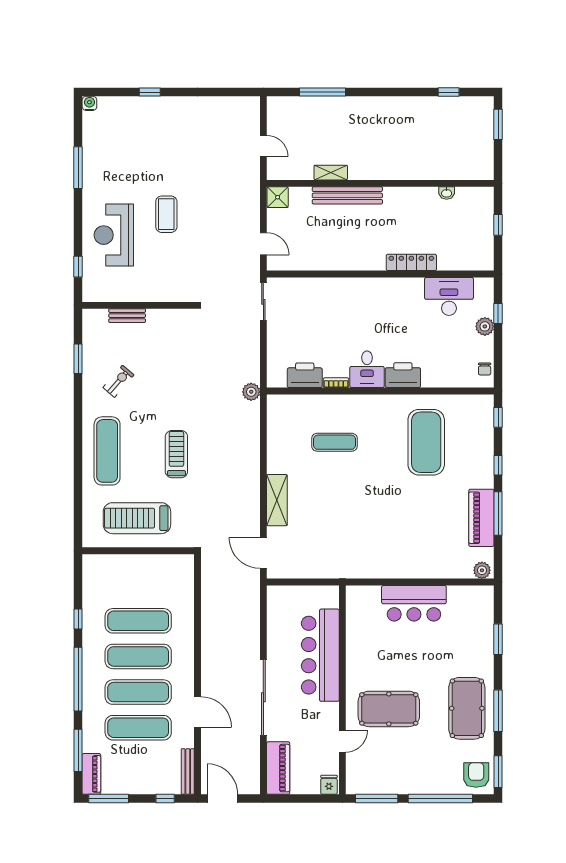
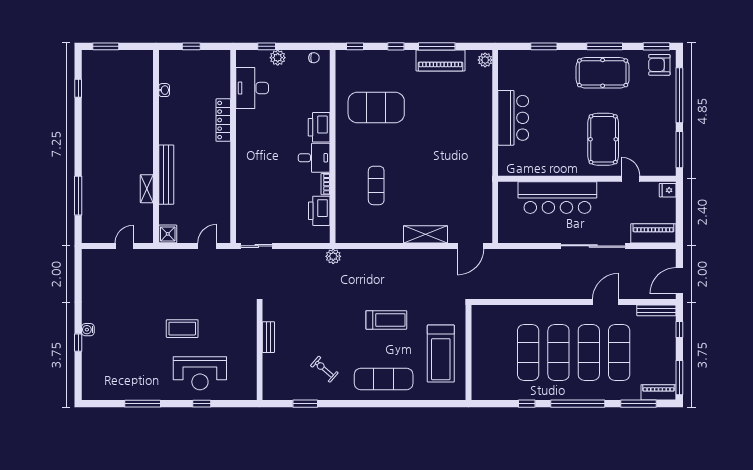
water cooler: (89, 103) -> (88, 330), moved
window: (78, 267) -> (202, 404), moved
bench: (127, 316) -> (268, 337), moved
treadmill: (176, 454) -> (386, 320), turned 180

